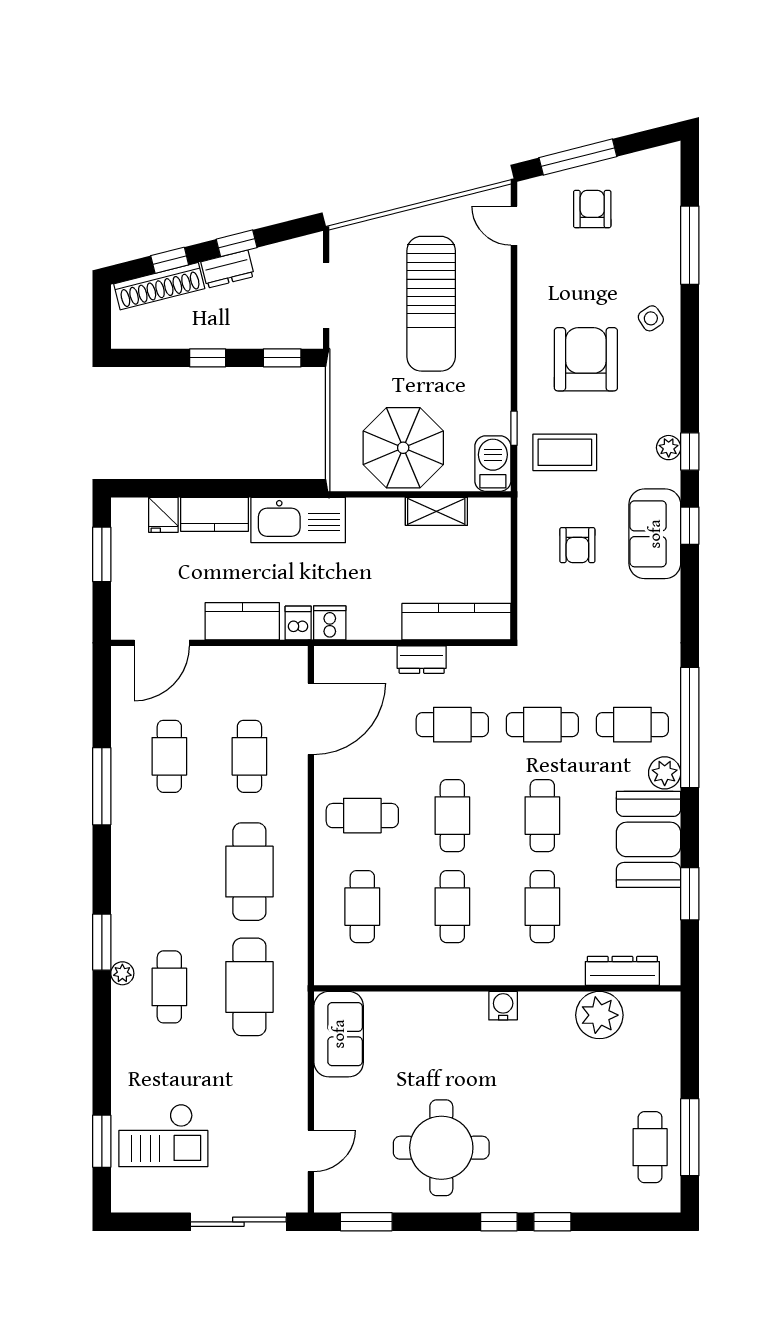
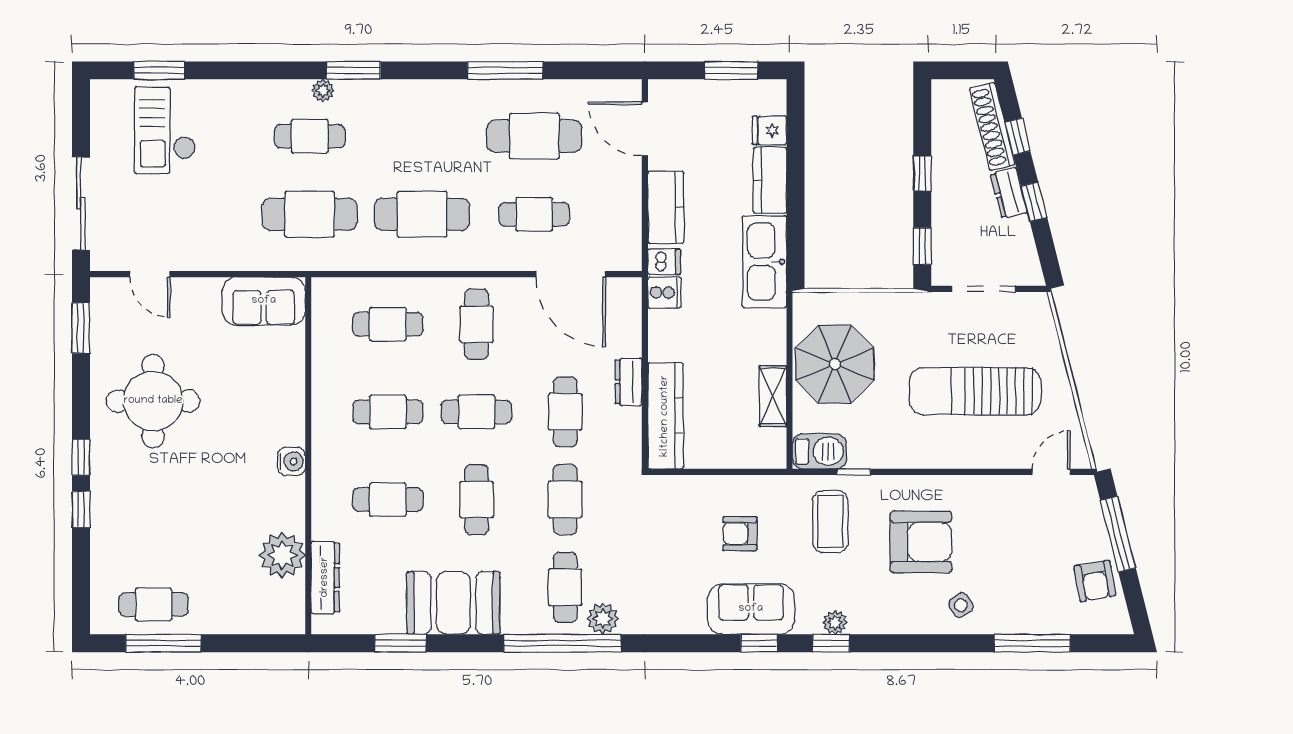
armchair: (592, 209) -> (1095, 581), moved, turned 80
cafe table: (169, 756) -> (534, 136), width x1.37, depth x1.35
plant: (665, 773) -> (603, 619), moved
cafe table: (542, 816) -> (477, 500), turned 90

